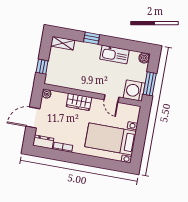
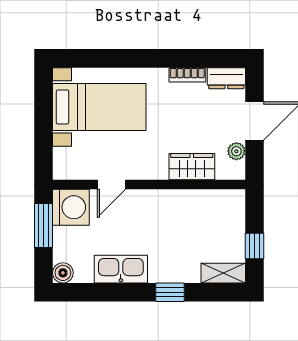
window: (42, 67) -> (254, 246), moved
plant: (47, 94) -> (236, 151), moved
door: (111, 98) -> (111, 184), swing flipped
wardrobe: (79, 102) -> (192, 167), moved

